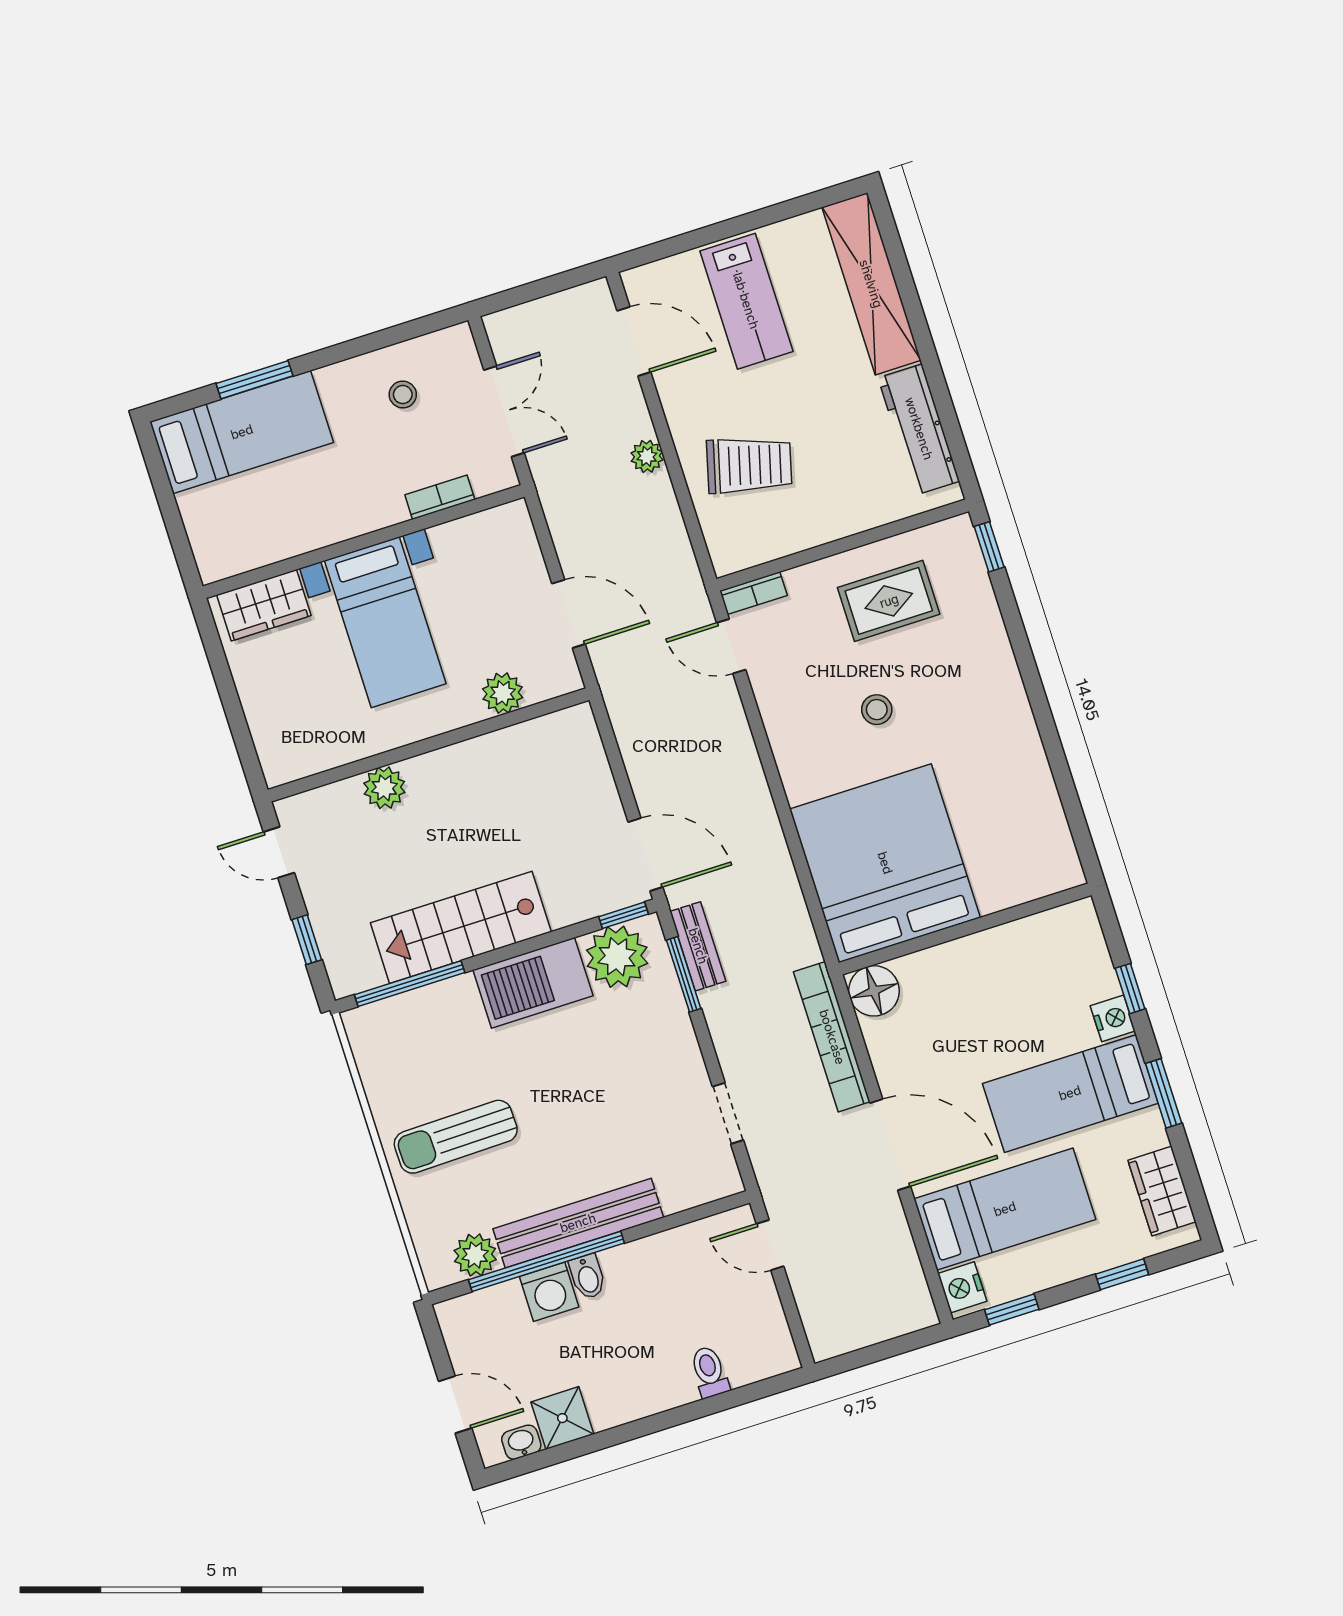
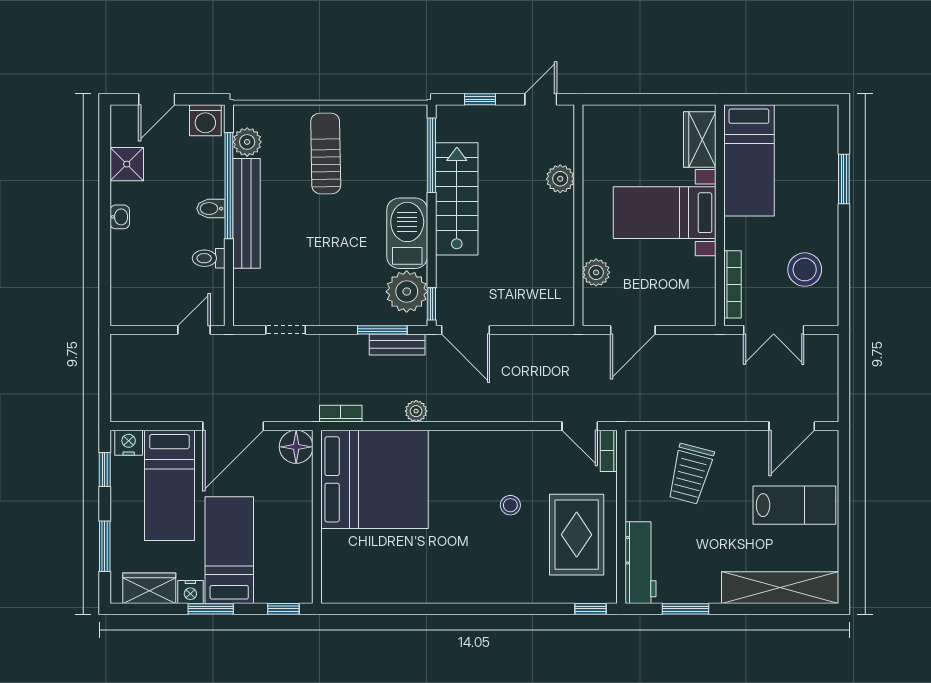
lab bench: (746, 301) -> (794, 505), turned 180
stool: (403, 395) -> (805, 270), width x1.89, depth x1.89
window: (946, 410) -> (685, 609), added
workbench: (919, 429) -> (640, 563), moved, turned 90
bed: (242, 432) -> (749, 160), moved
plant: (647, 456) -> (416, 411), moved
bookcase: (440, 497) -> (732, 284), width x1.56
rug: (889, 601) -> (577, 535), width x1.36, depth x1.43
door: (731, 646) -> (580, 426), swing flipped
door: (645, 855) -> (466, 330), hinge flipped
bed: (885, 863) -> (374, 479), moved
wall: (965, 929) -> (317, 517), moved
floor lamp: (874, 991) -> (296, 447), moved
nightstand: (1113, 1018) -> (190, 592), moved
bookcase: (832, 1037) -> (341, 414), width x0.43, depth x0.76
window: (1122, 1274) -> (105, 546), width x1.50
washing machine: (549, 1292) -> (205, 120), moved, turned -90
toilet: (710, 1372) -> (209, 258), moved, turned 180
washbasin: (521, 1442) -> (120, 217), moved

